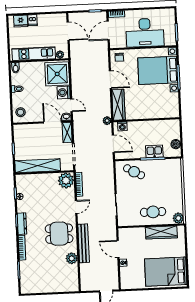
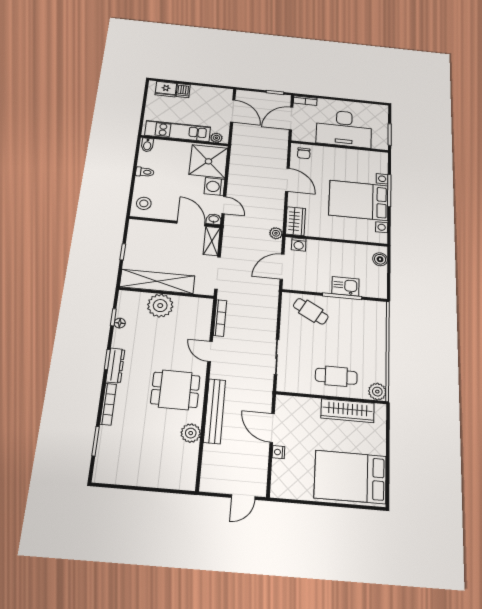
bed with nightstands: (158, 70) -> (359, 200), moved
wardrobe: (118, 105) -> (296, 221), width x0.67
door: (113, 144) -> (282, 267), swing flipped
boiler: (176, 144) -> (380, 259), moved
plant: (66, 180) -> (160, 306), moved
door: (76, 207) -> (210, 351), swing flipped

